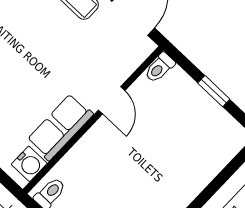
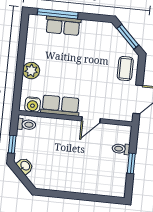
toilet: (160, 68) -> (121, 149), moved

